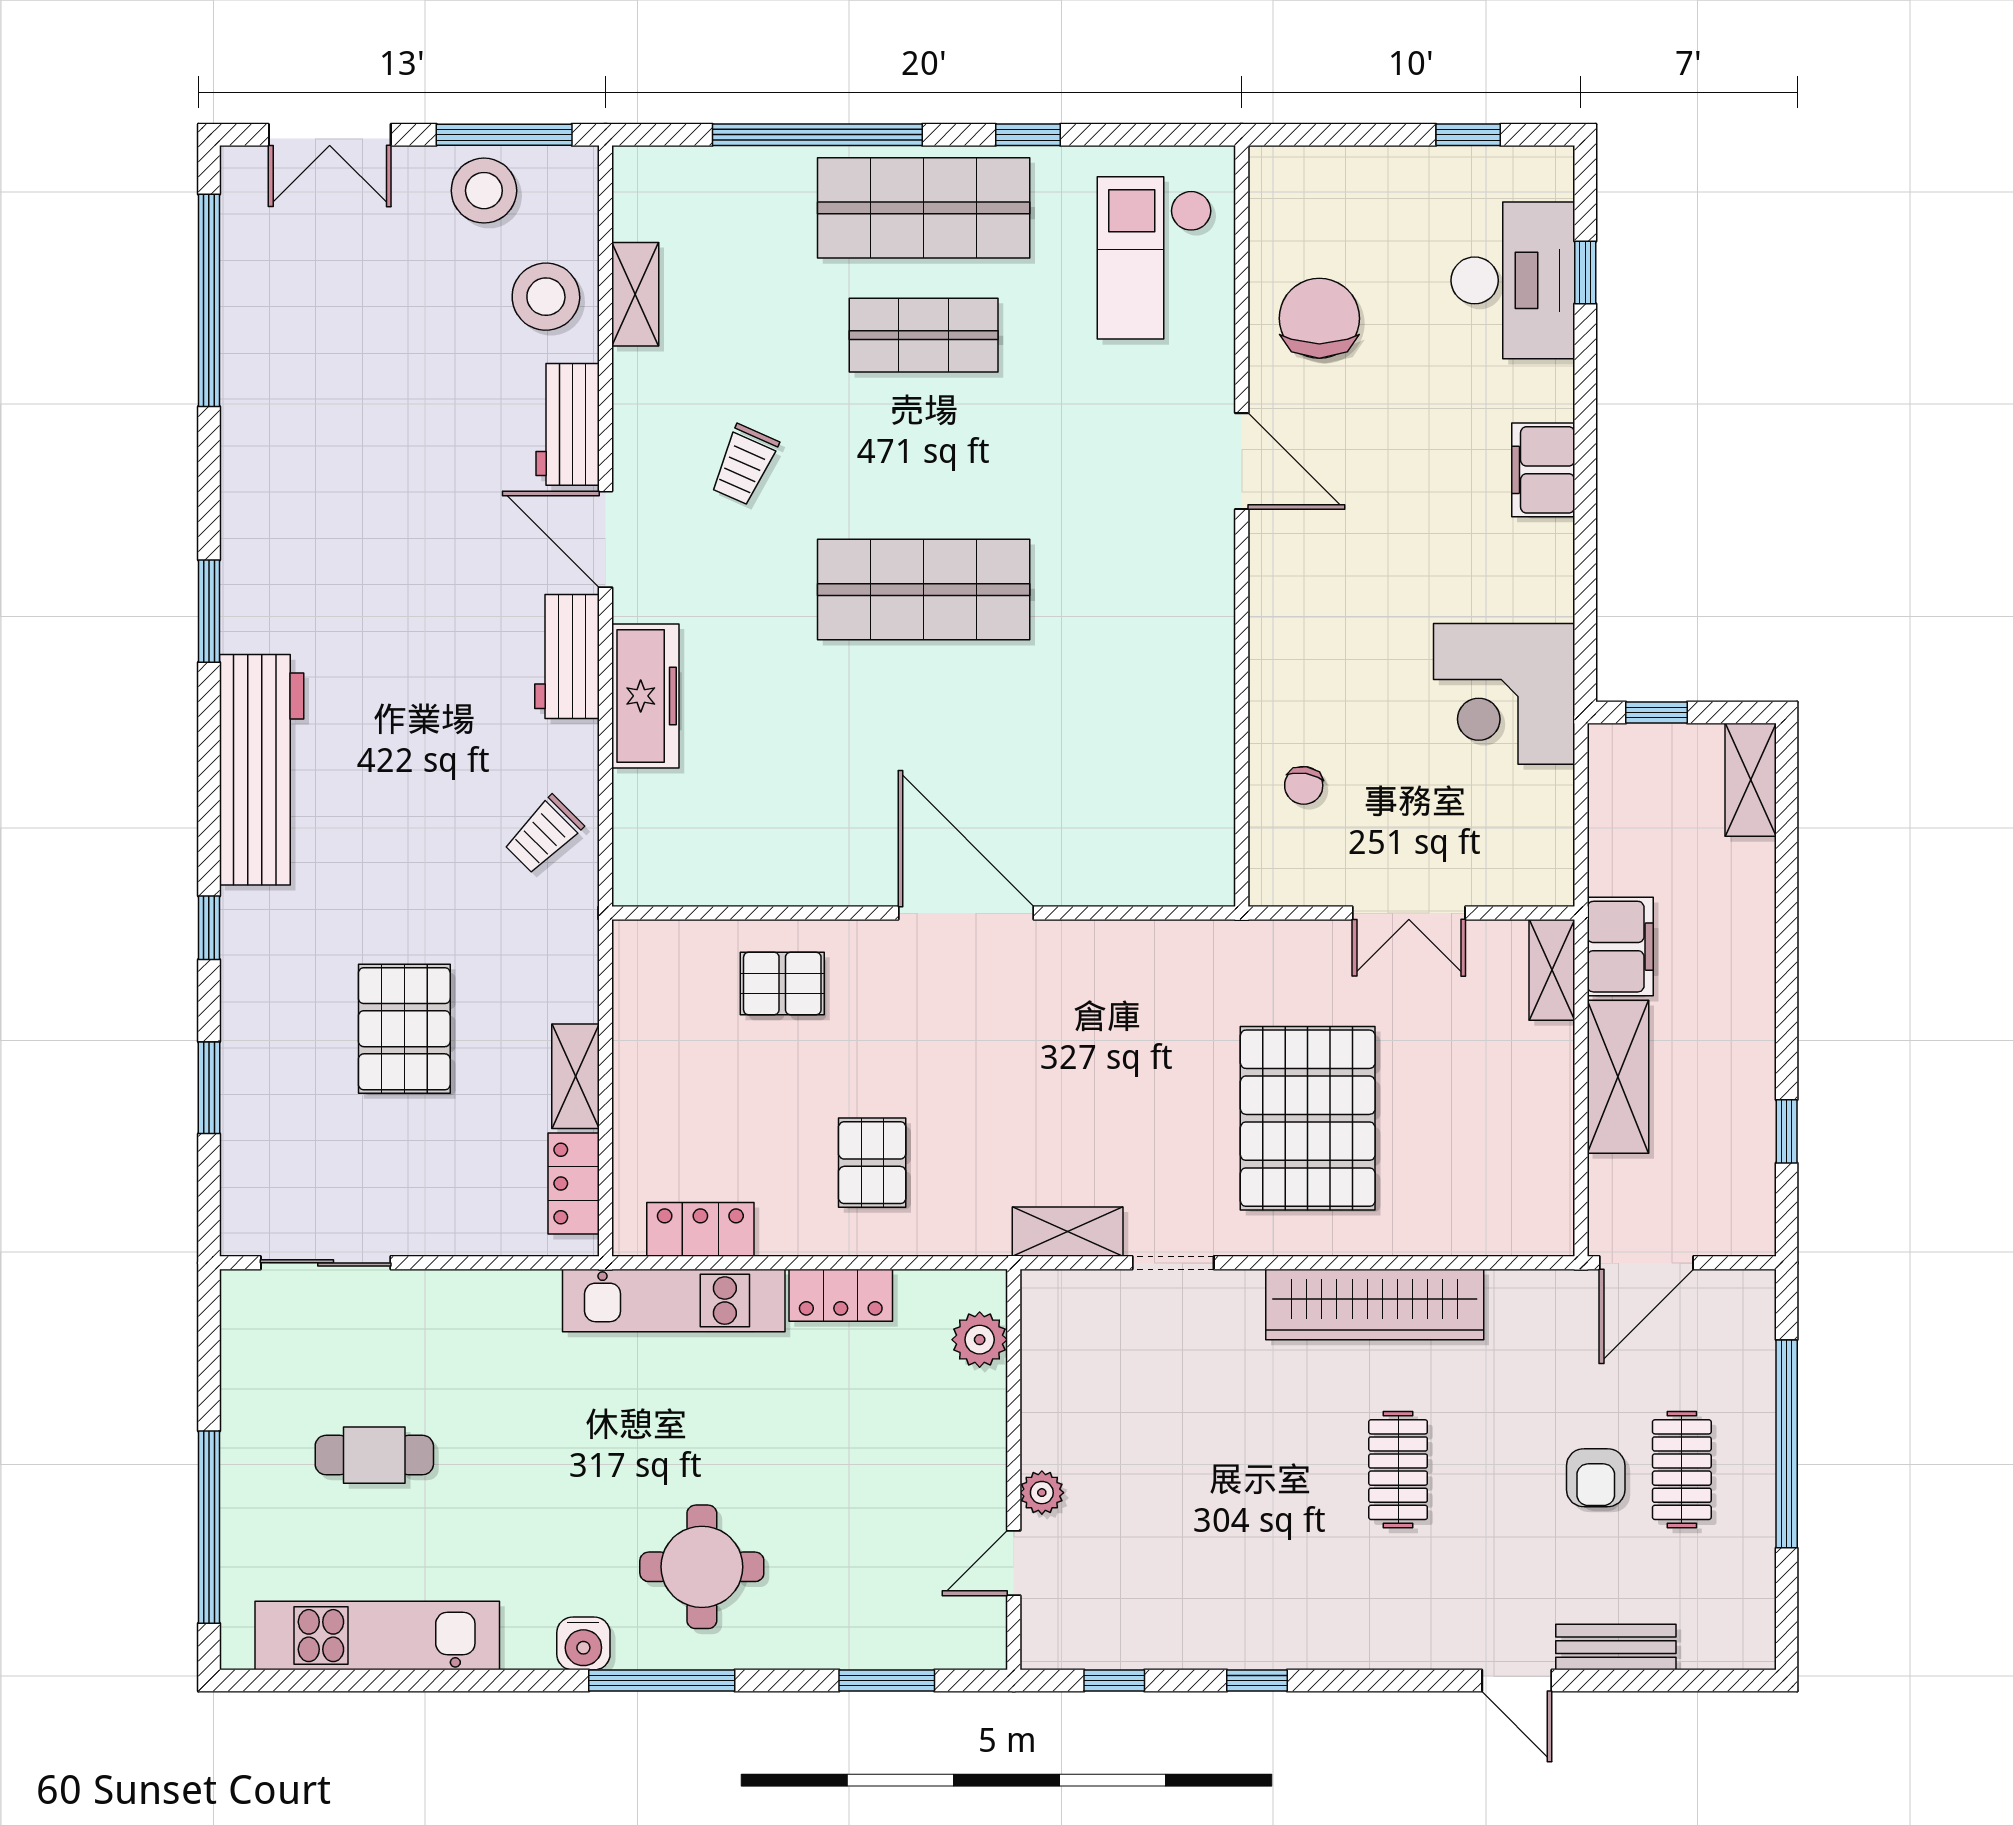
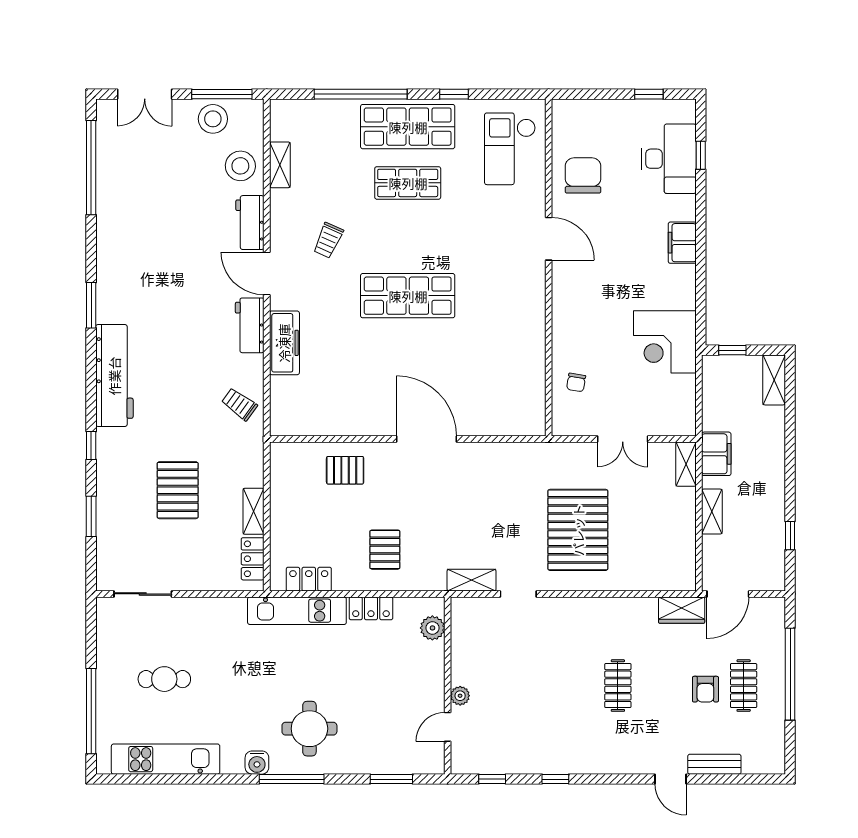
trolley: (544, 835) -> (239, 404), turned 81
shelving: (1618, 1077) -> (712, 512), width x0.67, depth x0.75
wardrobe: (1375, 1304) -> (682, 610), moved, width x0.48, depth x0.85

